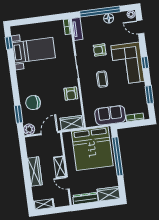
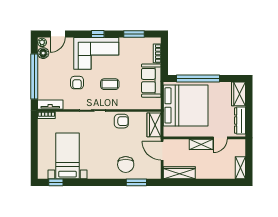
floor lamp: (109, 18) -> (43, 53), moved
plant: (29, 129) -> (155, 173), removed
wardrobe: (35, 171) -> (179, 173), moved

